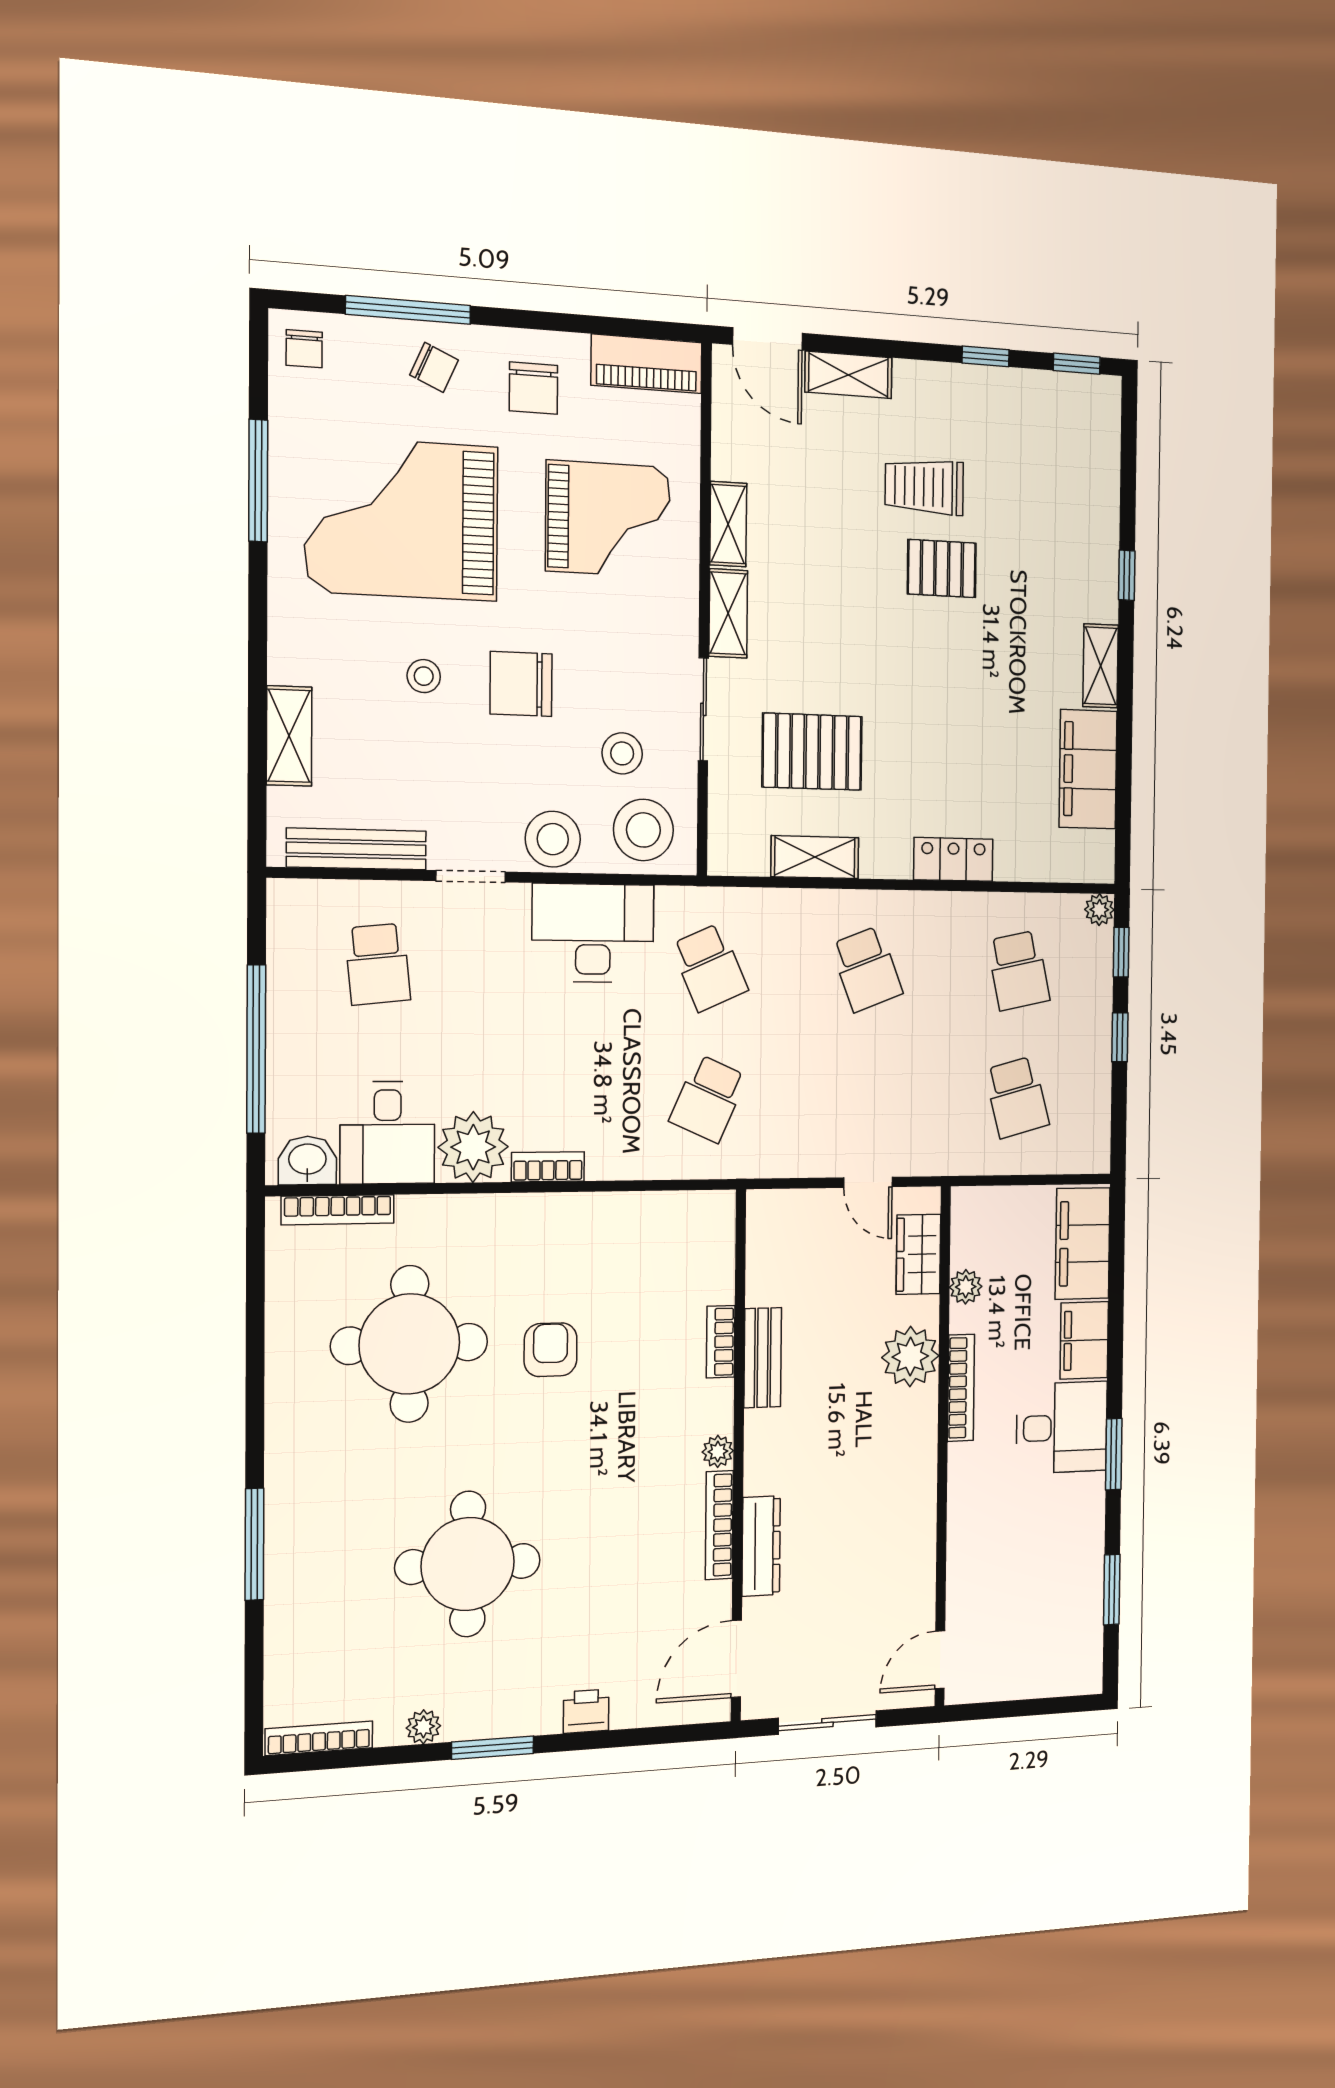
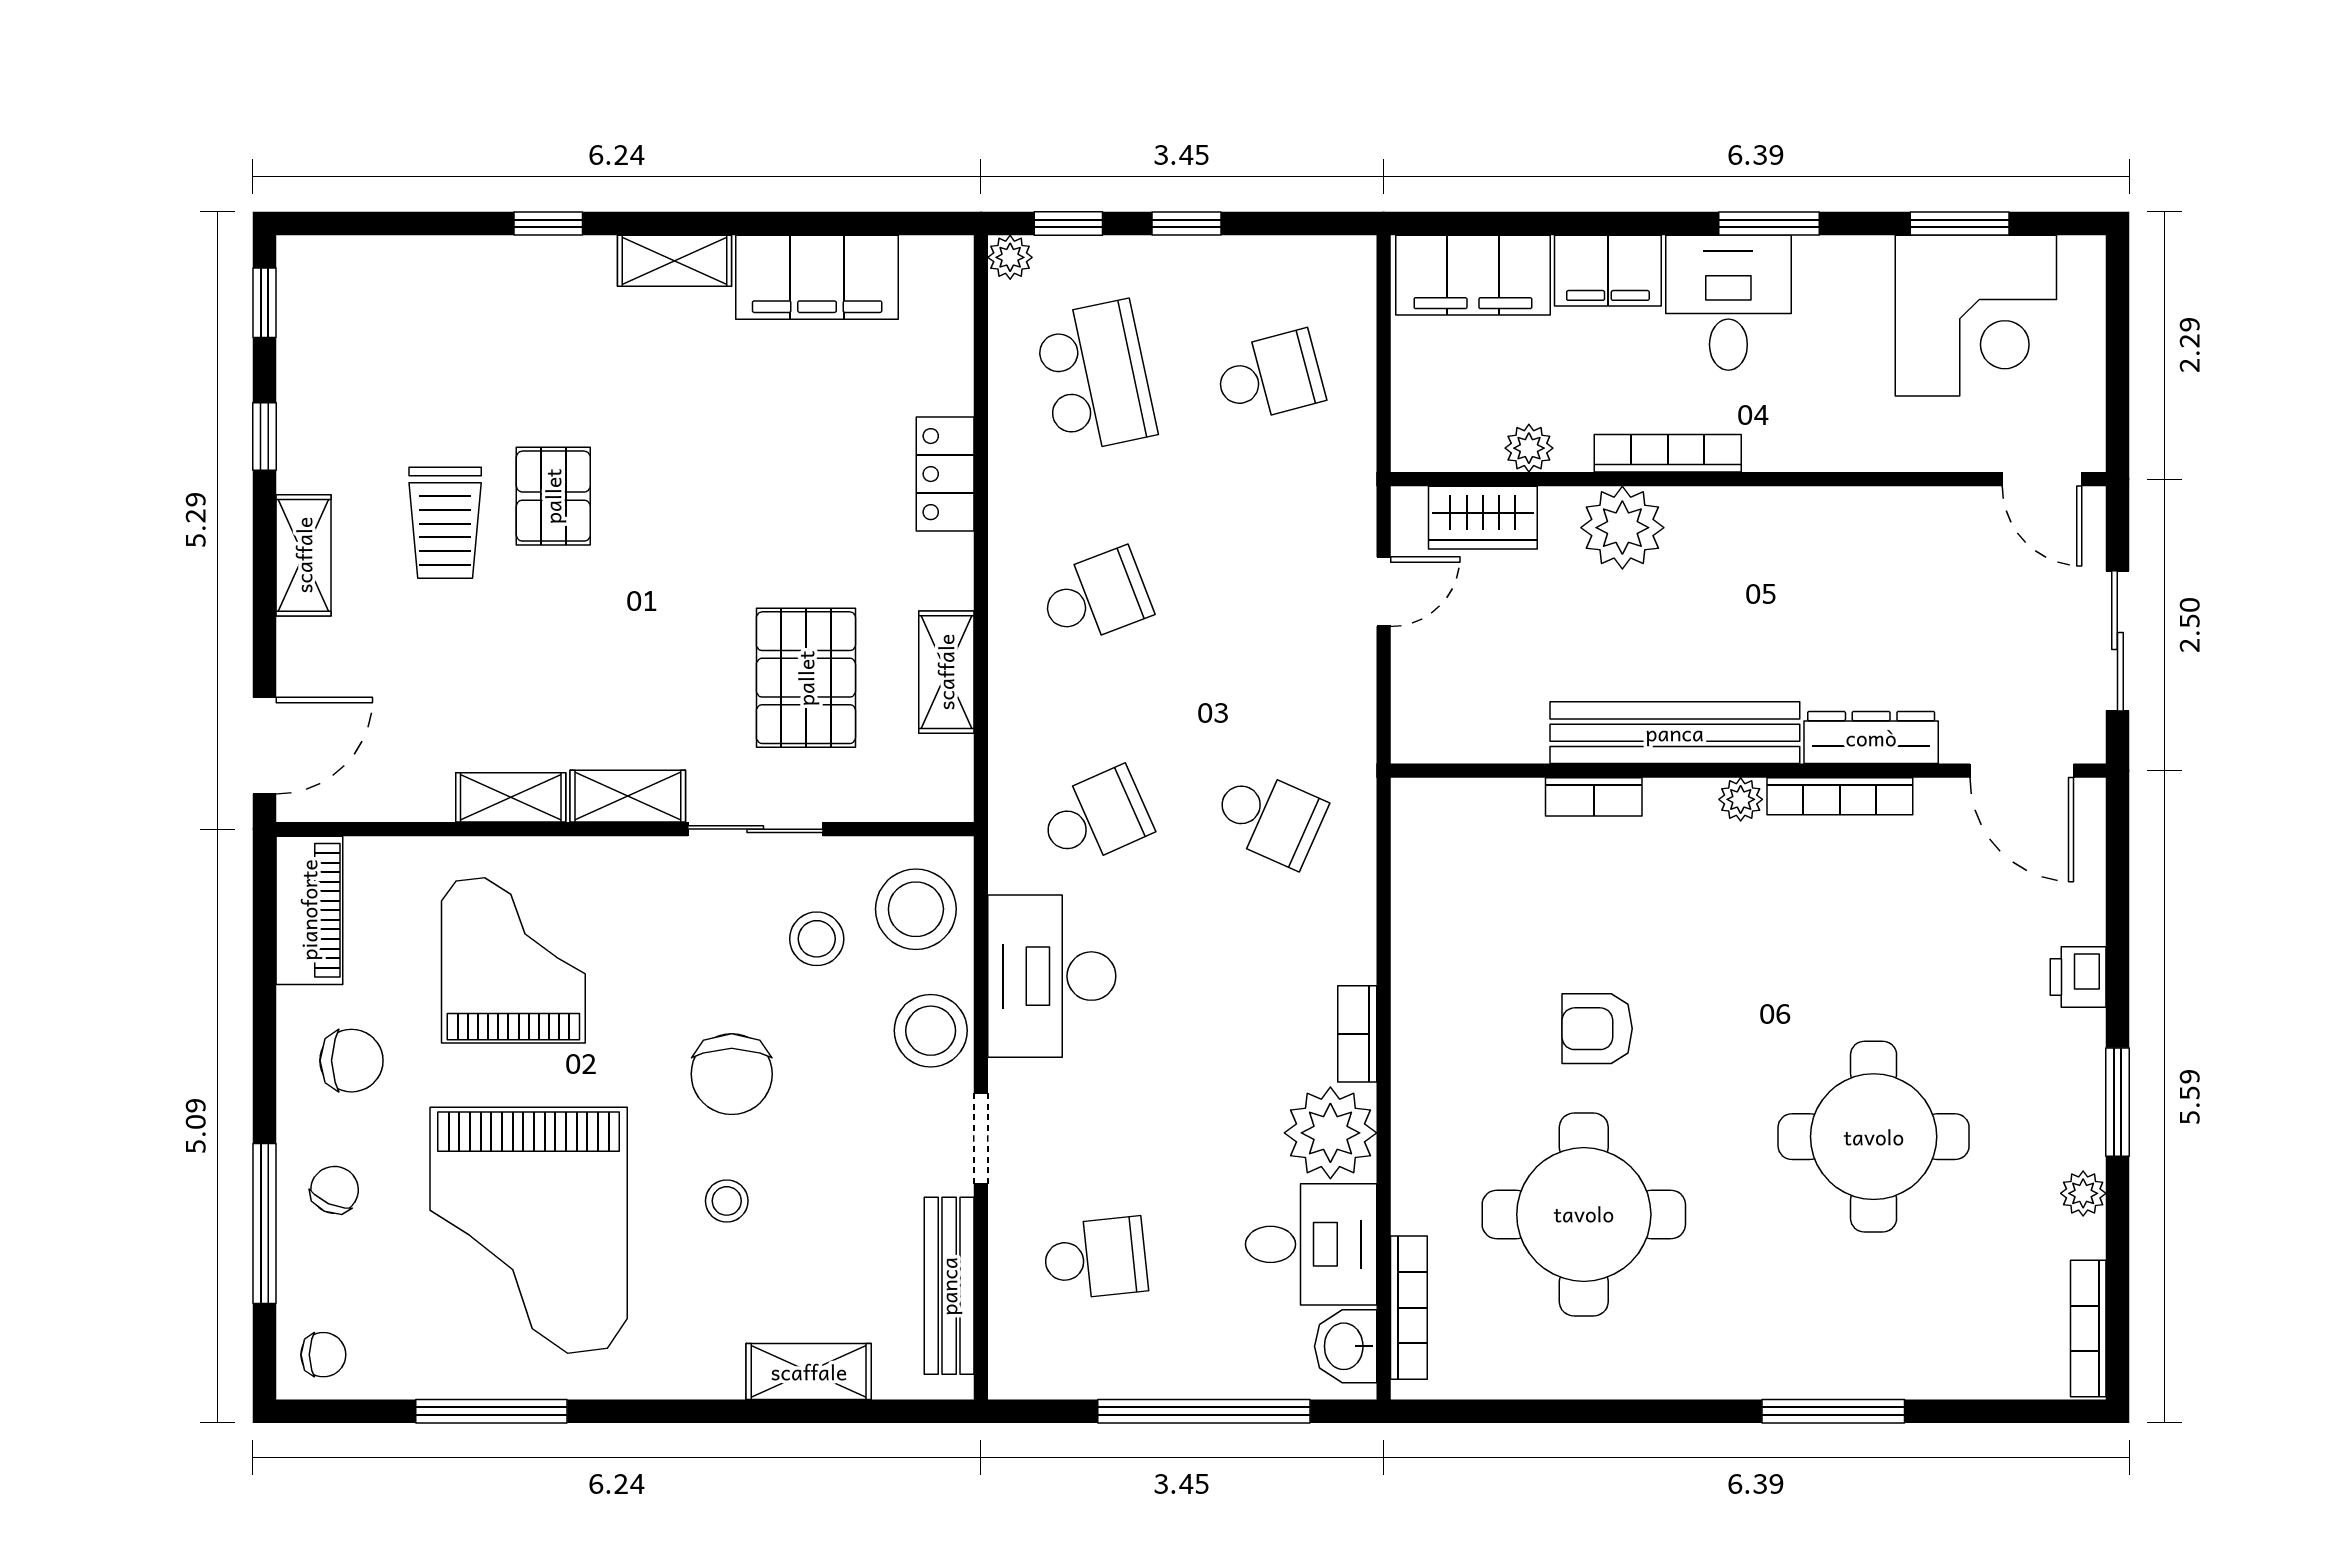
shelving: (848, 375) -> (304, 555), moved
school desk: (1018, 970) -> (1095, 377), width x1.85
bench: (763, 1358) -> (1675, 733), width x1.86, depth x1.21
corner desk: (1051, 1605) -> (1976, 316), added

